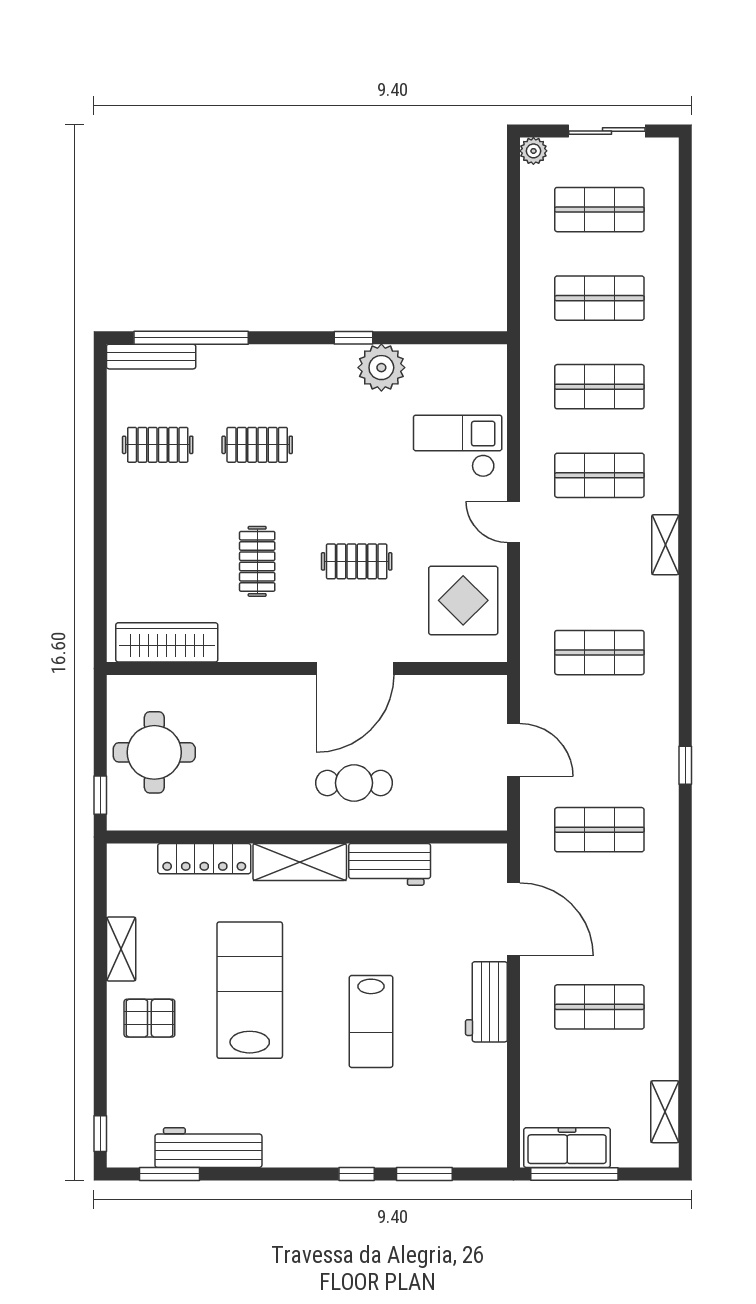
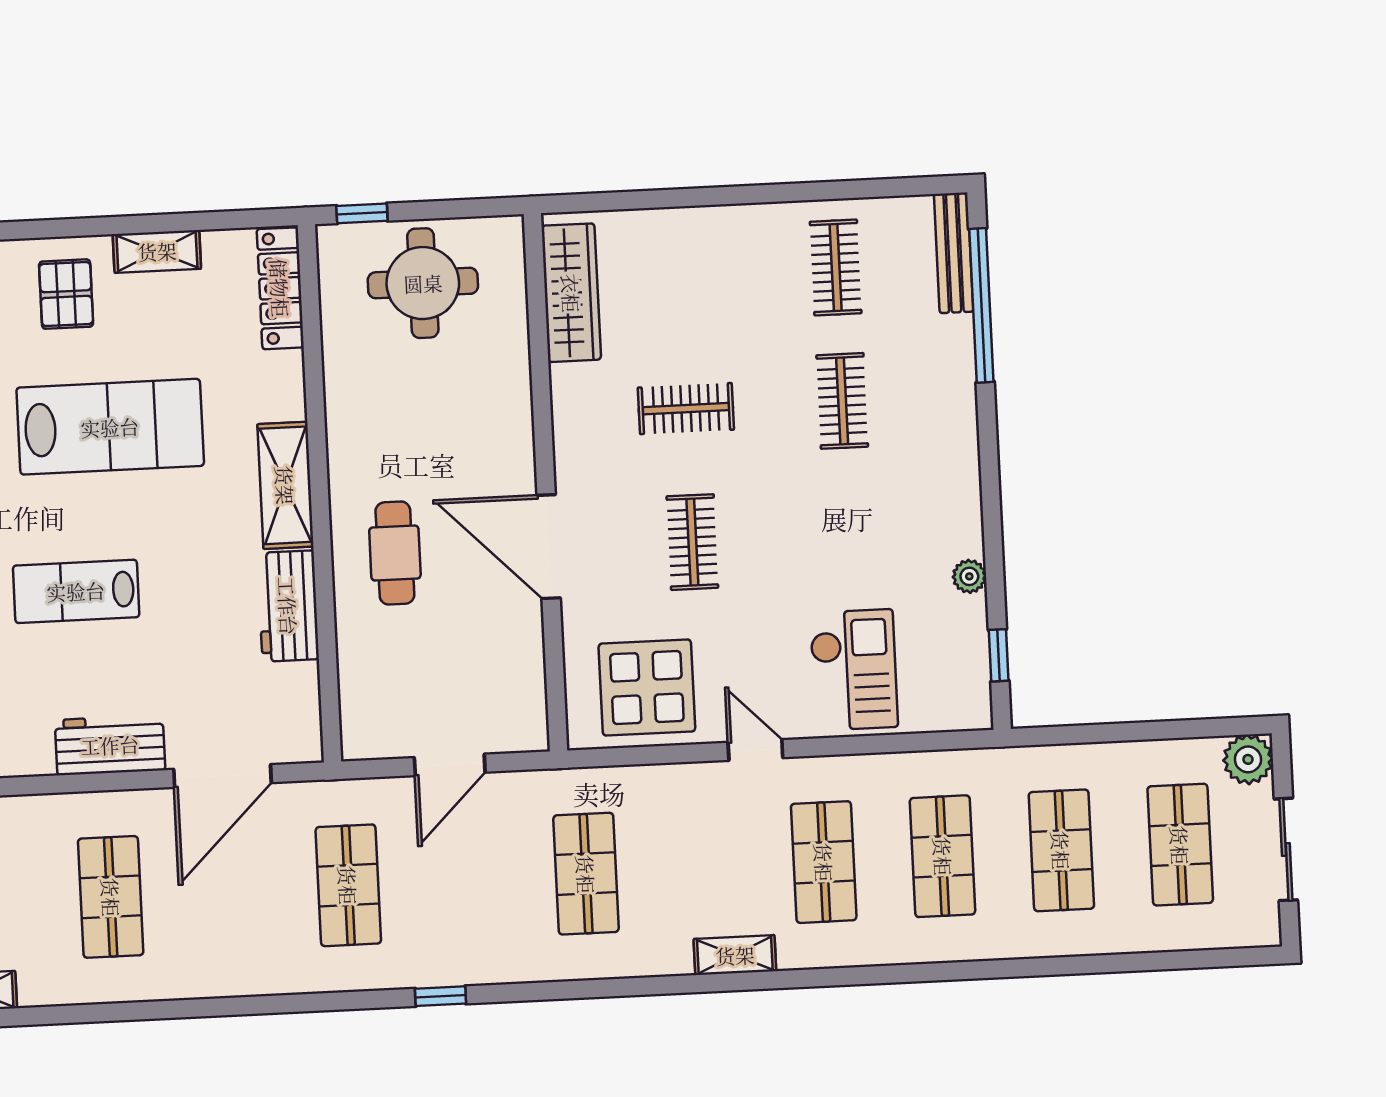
plant: (533, 151) -> (1248, 759), width x1.38, depth x1.38
window: (353, 338) -> (999, 655), moved
plant: (381, 368) -> (969, 576), width x0.53, depth x0.53
door: (514, 522) -> (755, 750), hinge flipped
locker: (204, 859) -> (280, 288), moved

